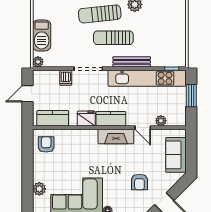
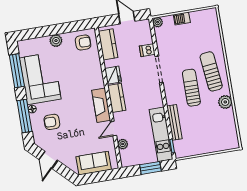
barbecue: (42, 35) -> (182, 19), width x0.53, depth x0.65
bench: (132, 62) -> (174, 122), moved
kitchen unit: (147, 78) -> (161, 134), width x0.73
armchair: (139, 182) -> (52, 122), moved
plant: (39, 189) -> (56, 41), moved

